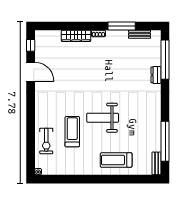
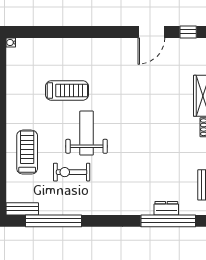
dresser: (156, 75) -> (166, 208), moved
exercise bike: (46, 141) -> (72, 172), moved

